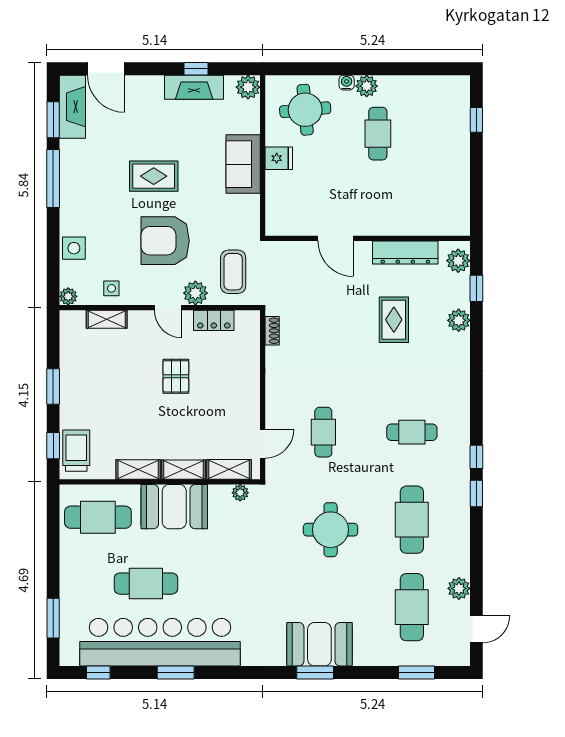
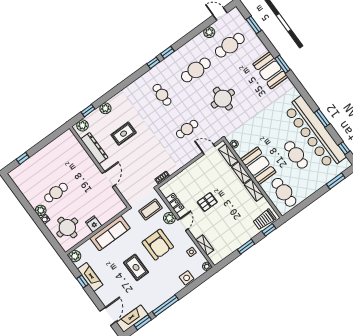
sofa: (243, 164) -> (110, 233), width x1.36

